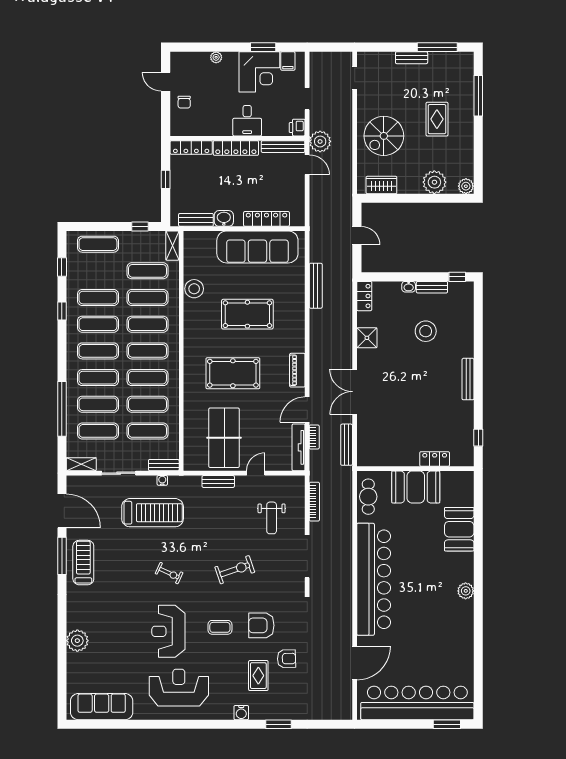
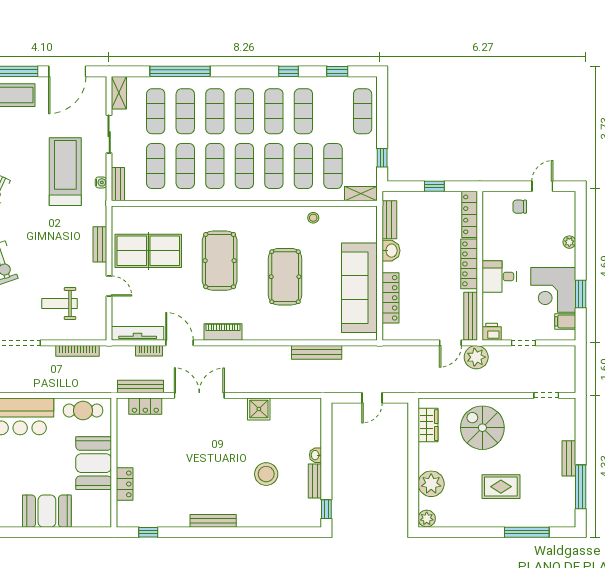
stool: (194, 289) -> (313, 218), width x0.53, depth x0.53
locker: (364, 296) -> (145, 406), moved
treadmill: (153, 513) -> (65, 172), turned 180

